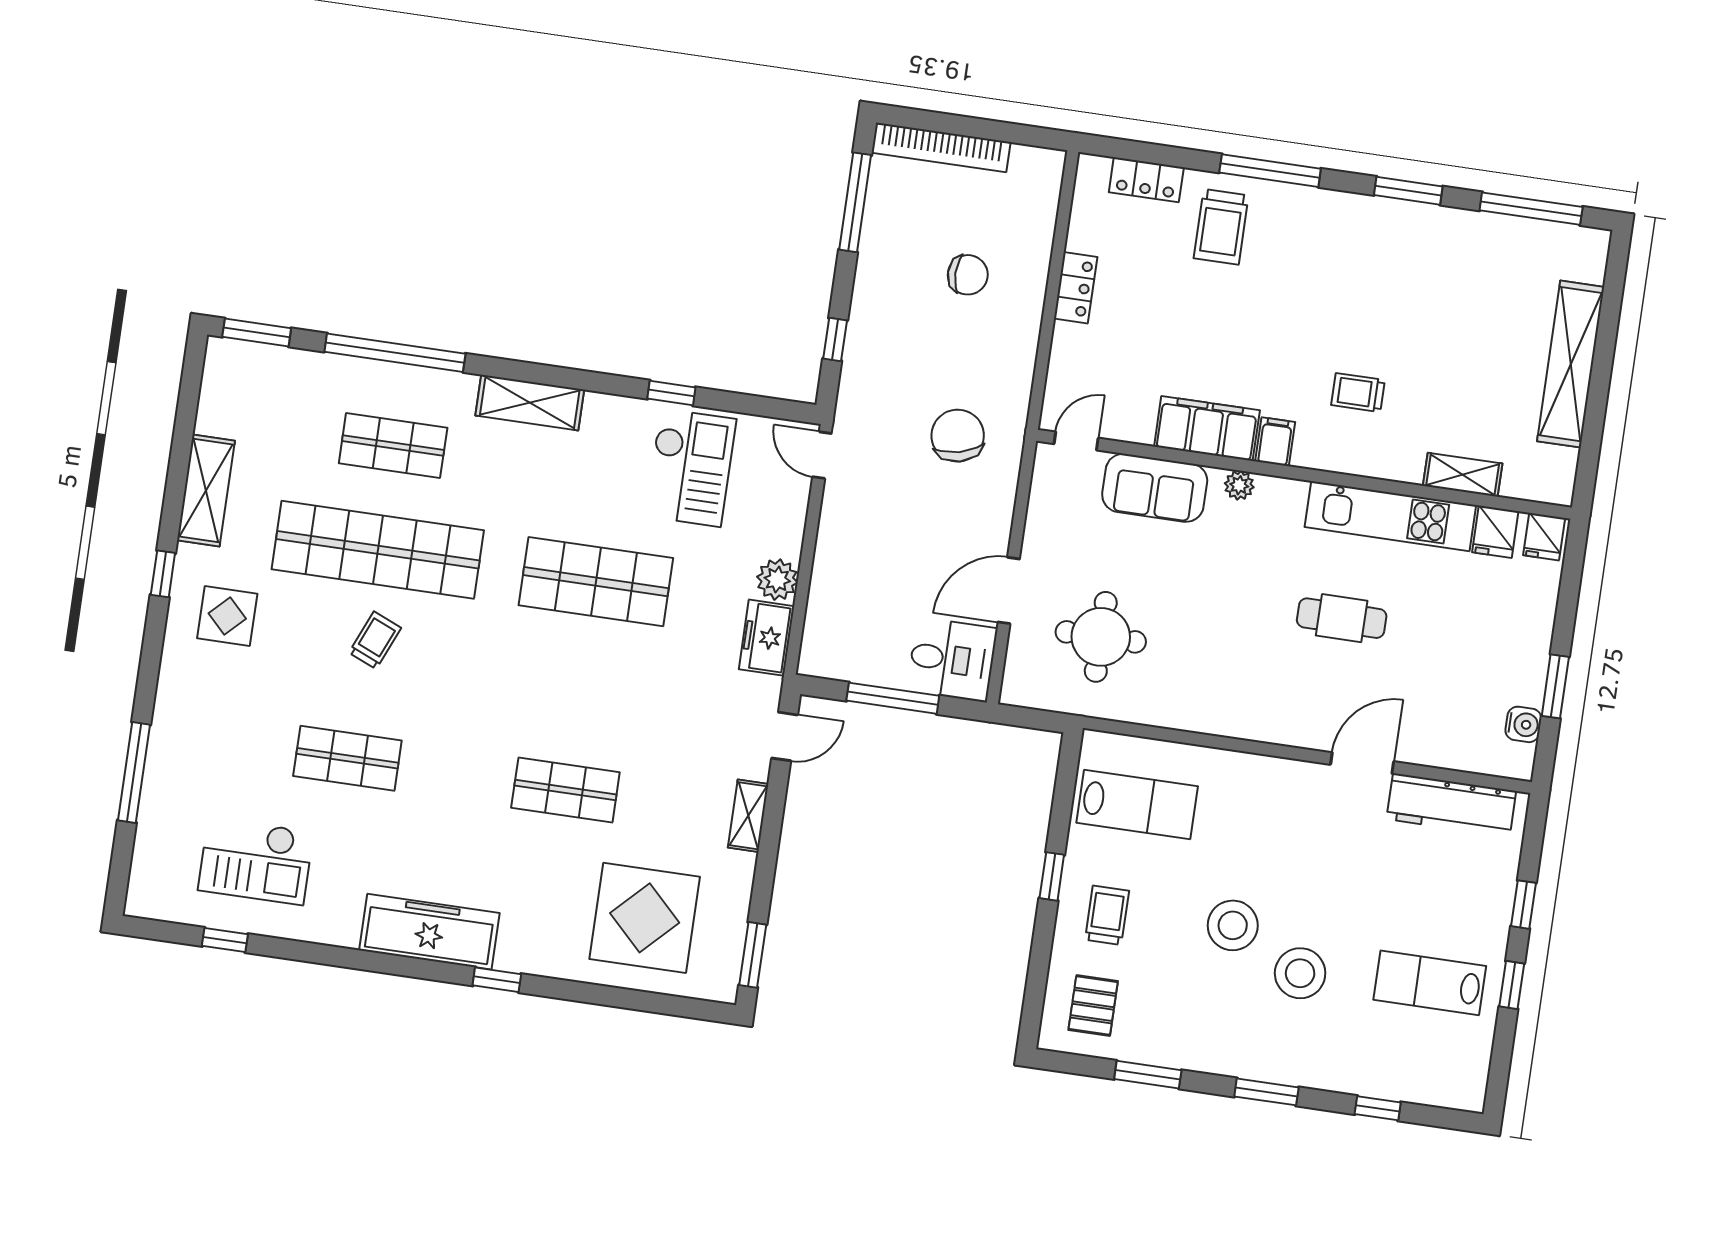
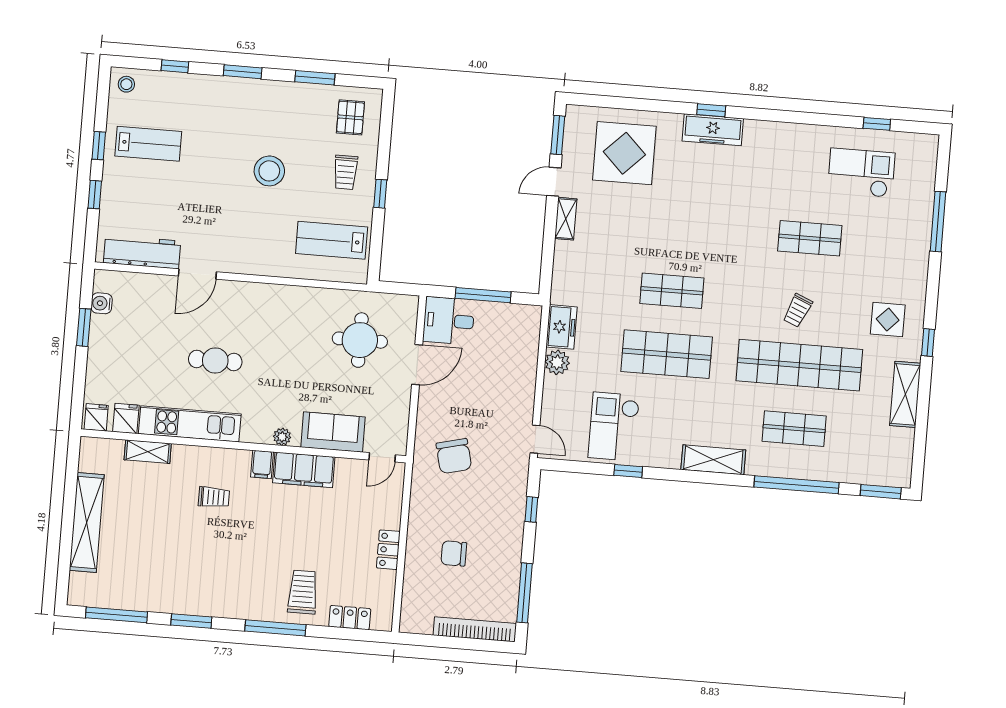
door: (785, 736) -> (554, 182), moved
shop shelf: (565, 790) -> (672, 291), moved
freezer: (429, 932) -> (713, 130), moved, width x0.73, depth x0.79
stool: (1300, 973) -> (126, 84), moved, width x0.53, depth x0.53

